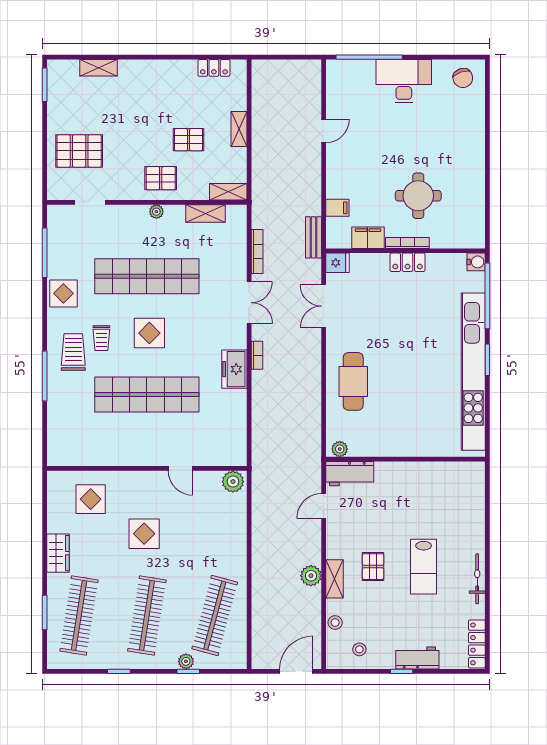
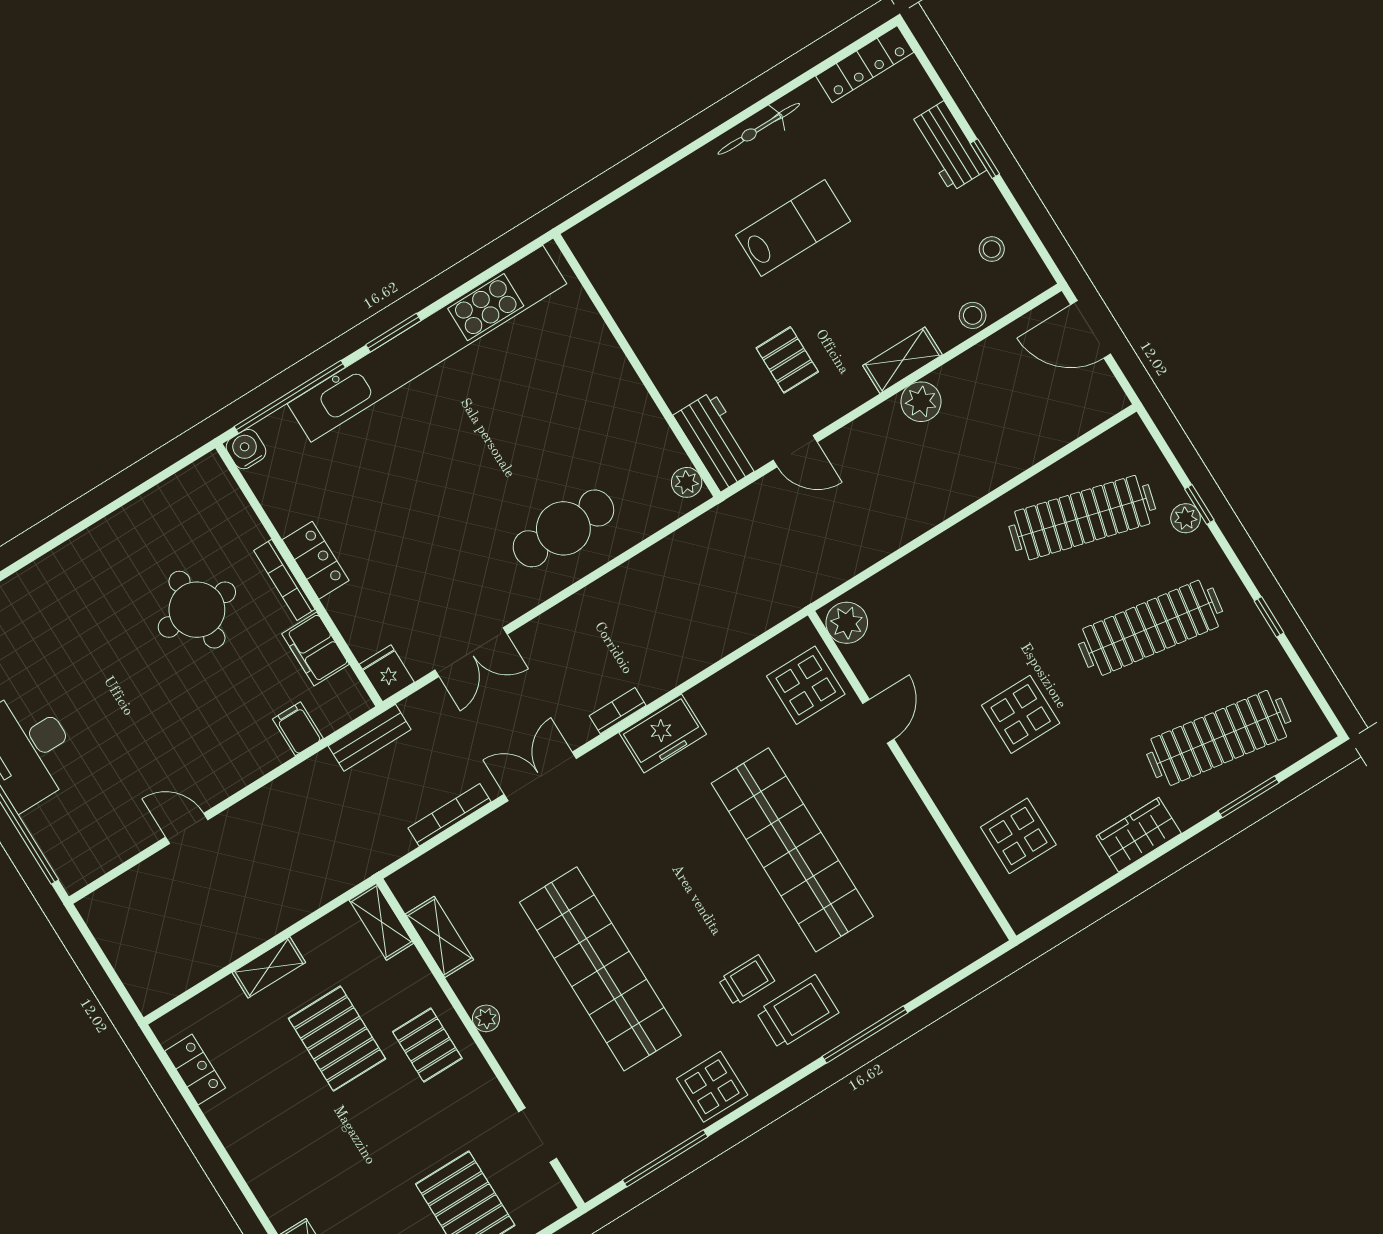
pallet: (189, 140) -> (337, 1039), width x1.50, depth x1.42
display table: (149, 333) -> (806, 685), moved
trolley: (73, 352) -> (797, 1012), turned 180
pallet: (373, 567) -> (787, 360), moved, turned 90

